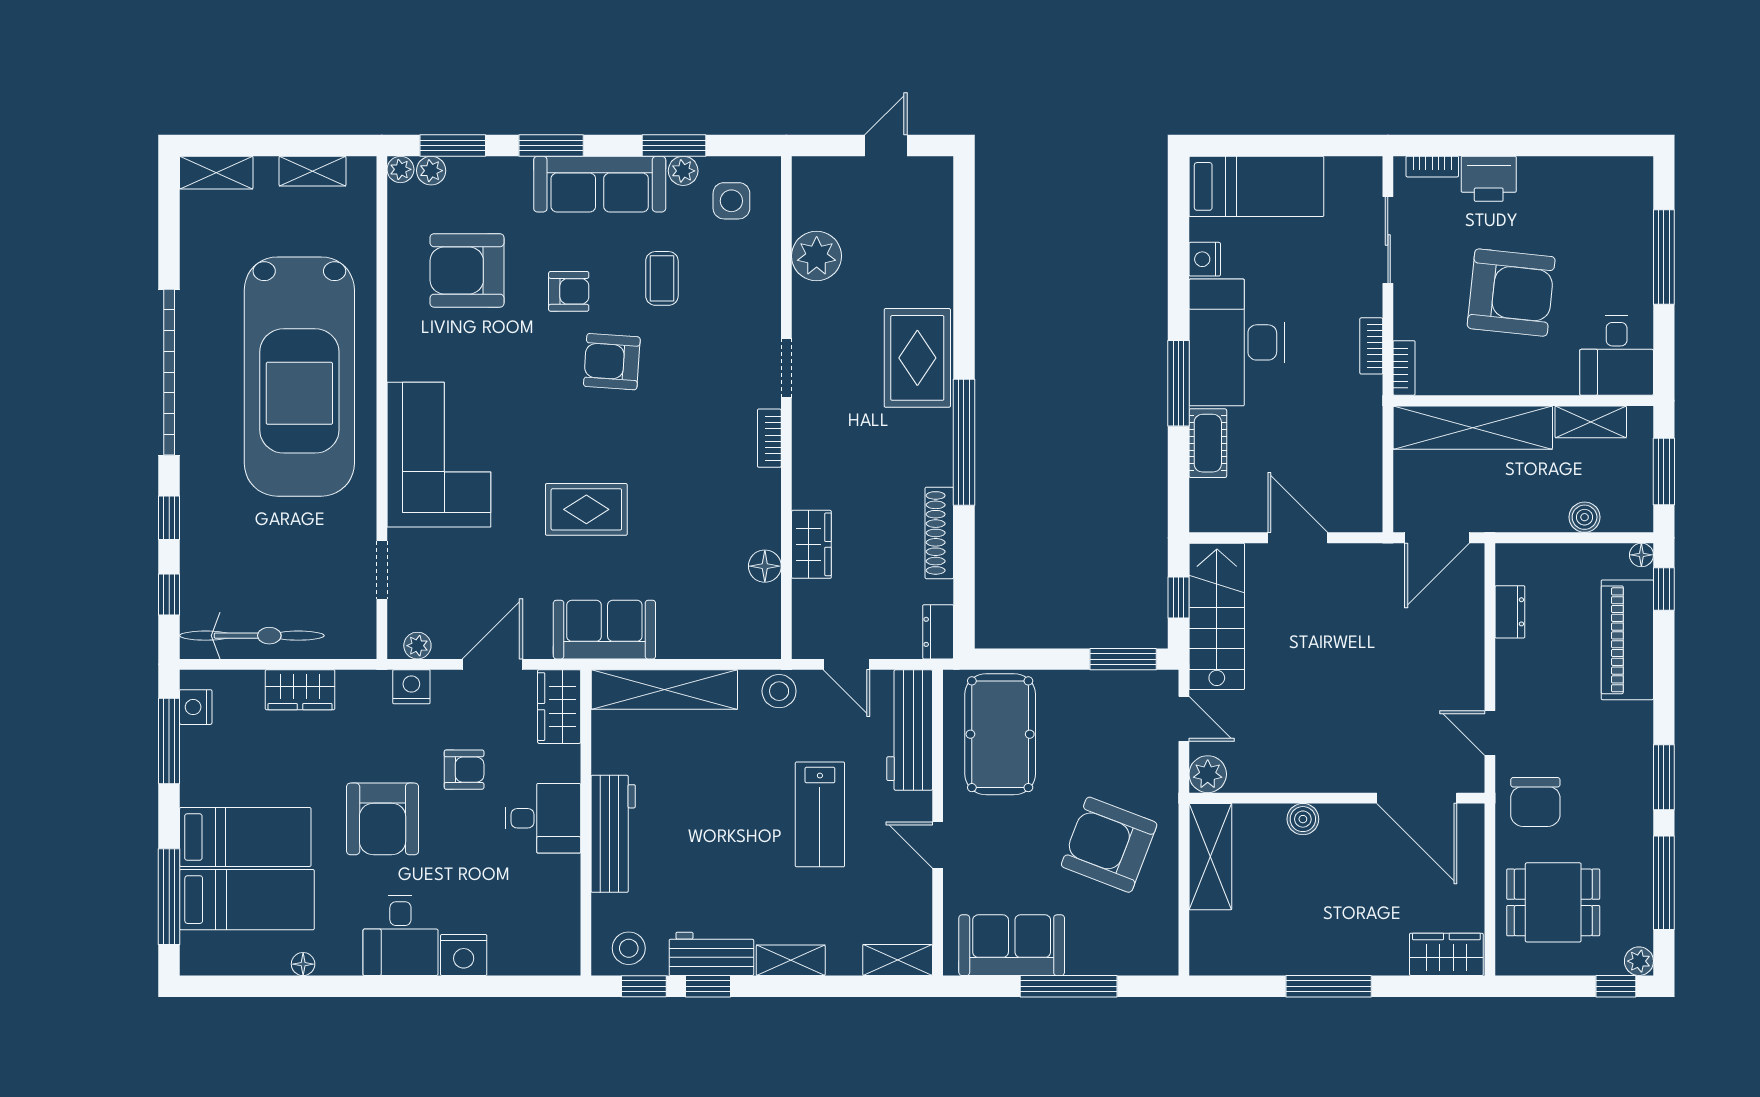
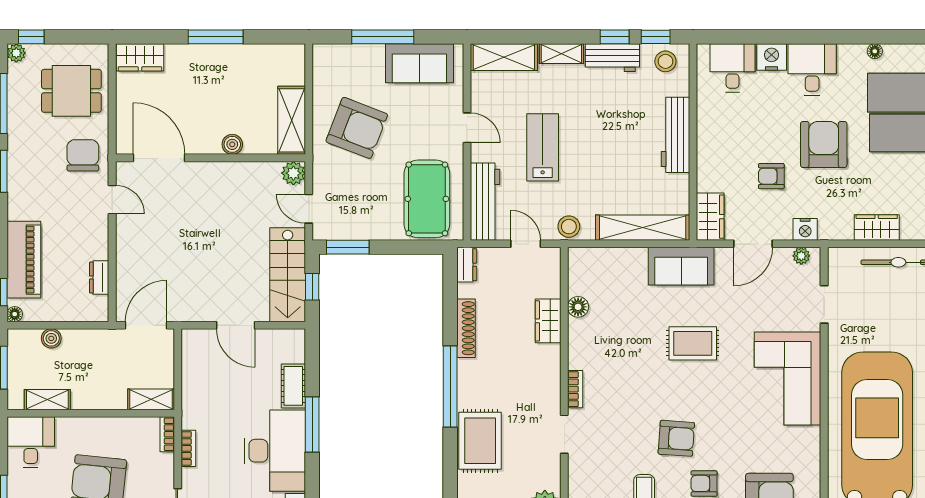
shelving: (1473, 428) -> (151, 399), width x0.45, depth x0.75
desk: (543, 818) -> (732, 68), moved, turned 90
shelving: (898, 960) -> (504, 57), width x1.50, depth x1.33

